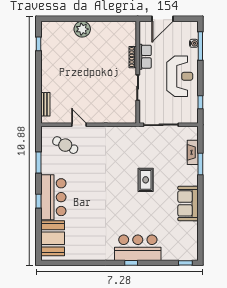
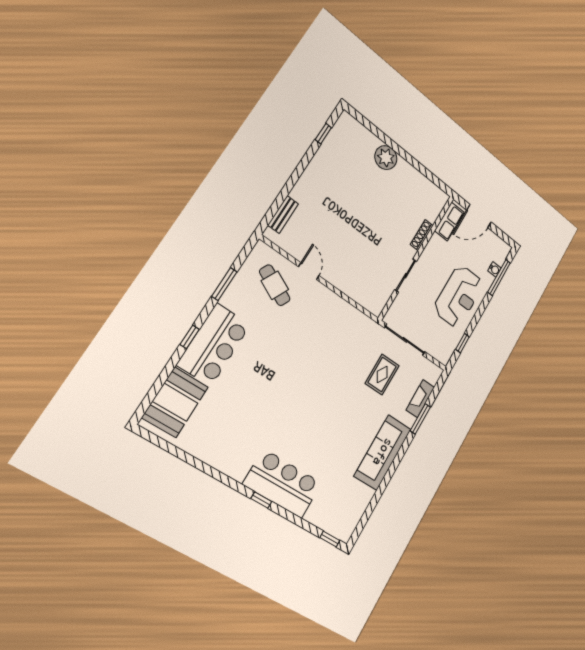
row of seats: (145, 57) -> (449, 221), moved
rug: (146, 180) -> (382, 374), moved
sofa: (188, 203) -> (383, 452), width x1.36

